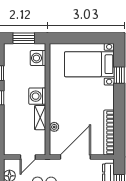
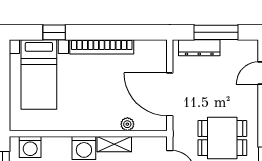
bookcase: (109, 132) -> (102, 47), moved

